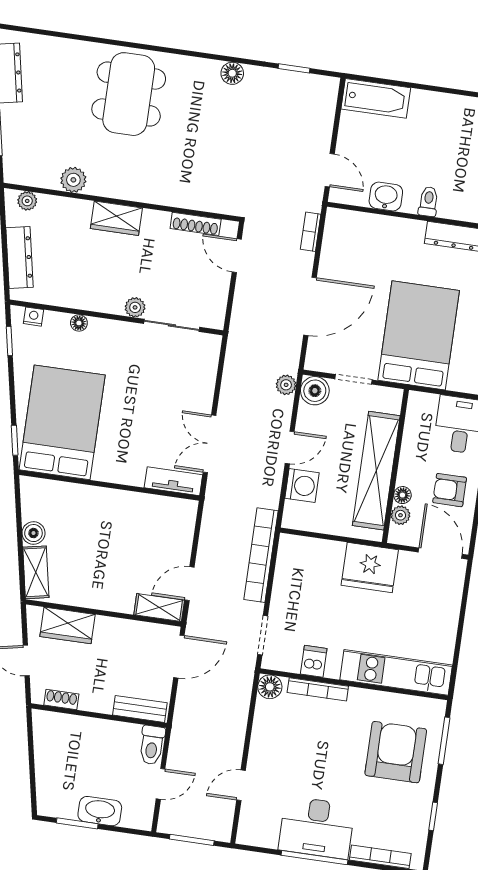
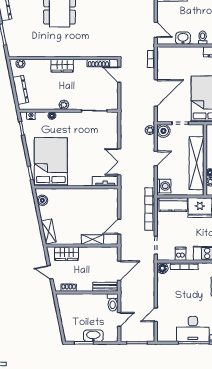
plant: (73, 180) -> (40, 51), removed
plant: (135, 307) -> (64, 105), moved
washing machine: (302, 486) -> (164, 186), moved
boiler: (33, 533) -> (42, 200), moved
kitchen counter: (313, 553) -> (173, 205), added
shelving: (159, 608) -> (92, 239), moved
door: (179, 657) -> (119, 271), moved

